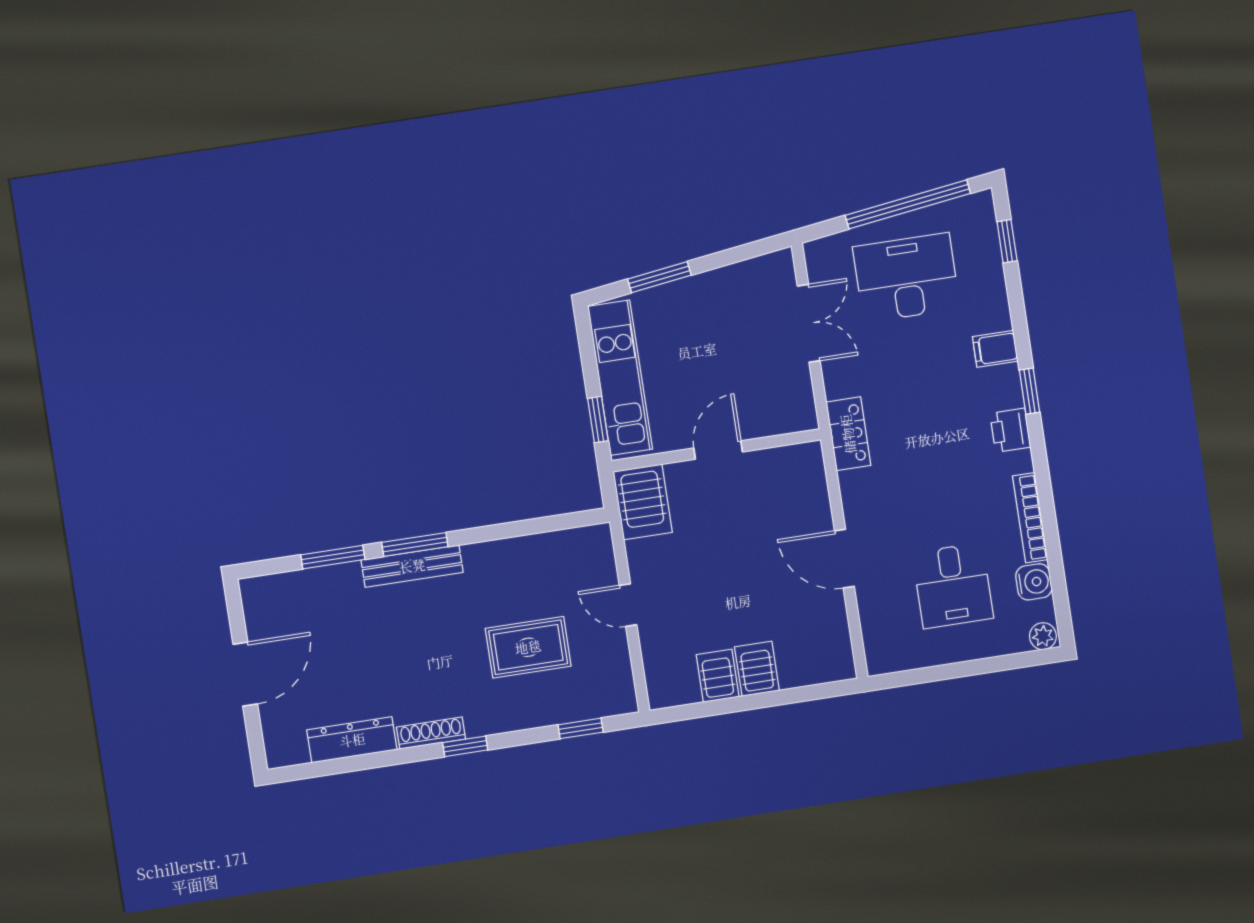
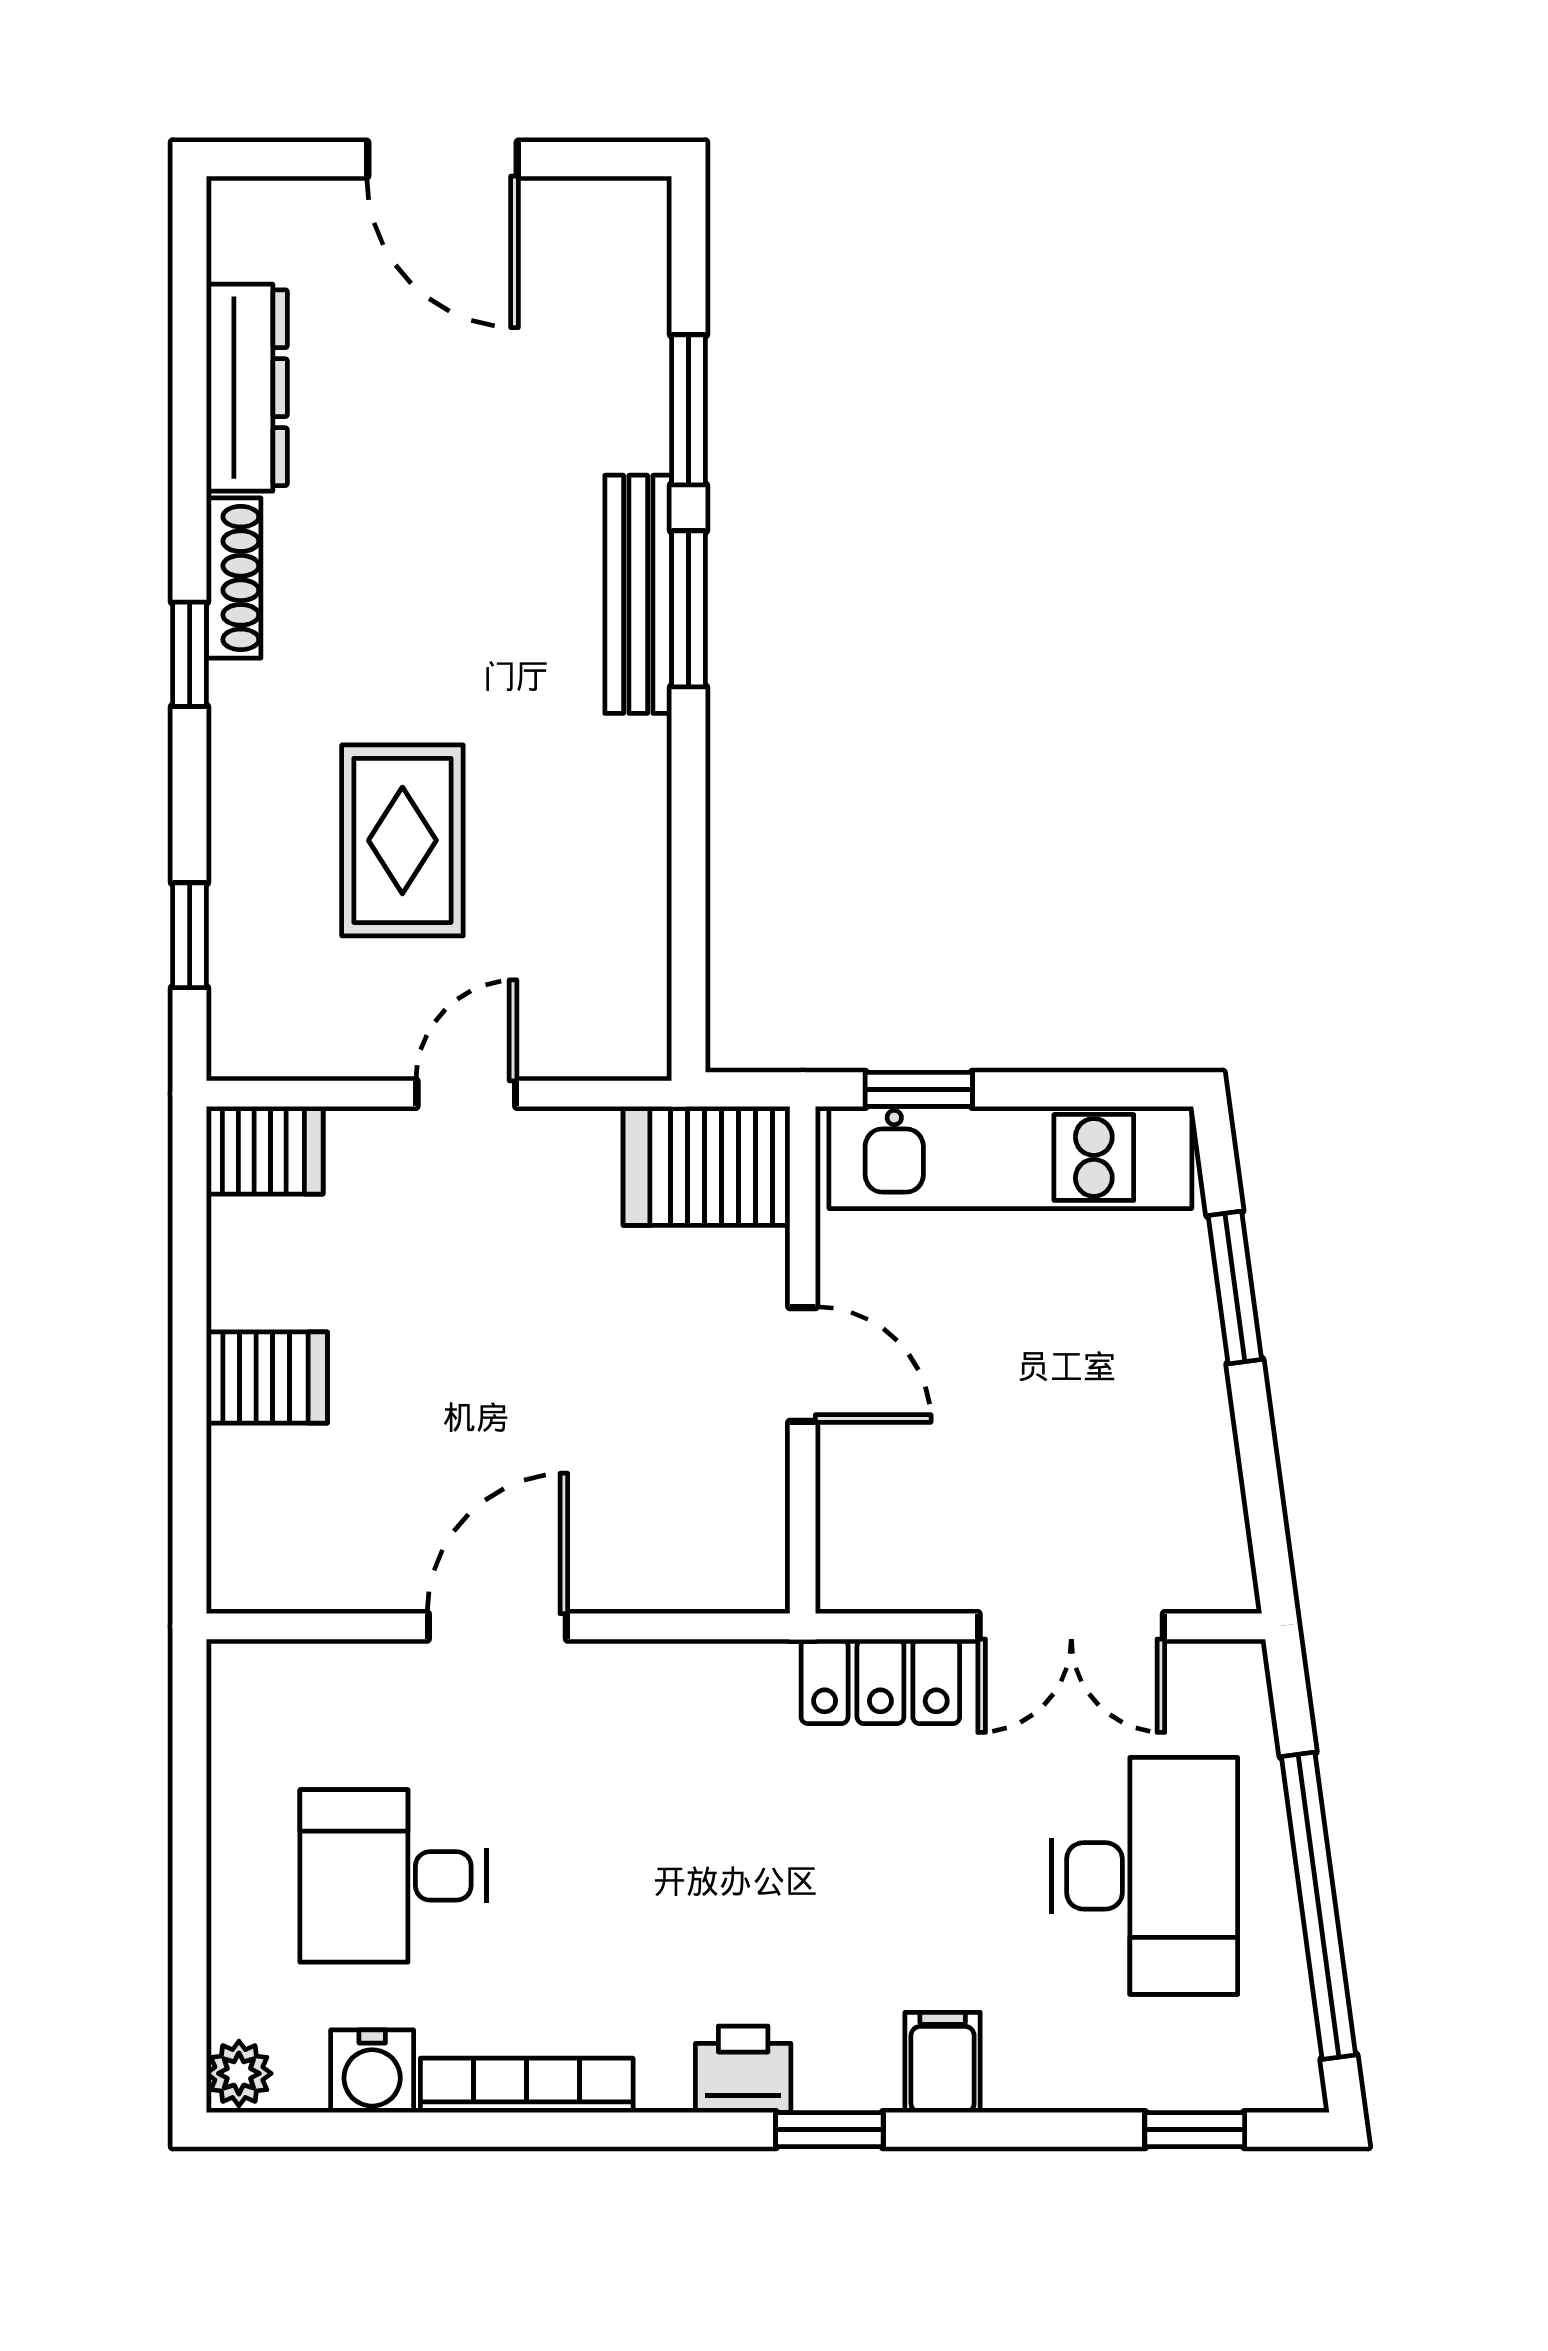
locker: (848, 434) -> (880, 1681), moved
server rack: (718, 676) -> (265, 1150), moved

